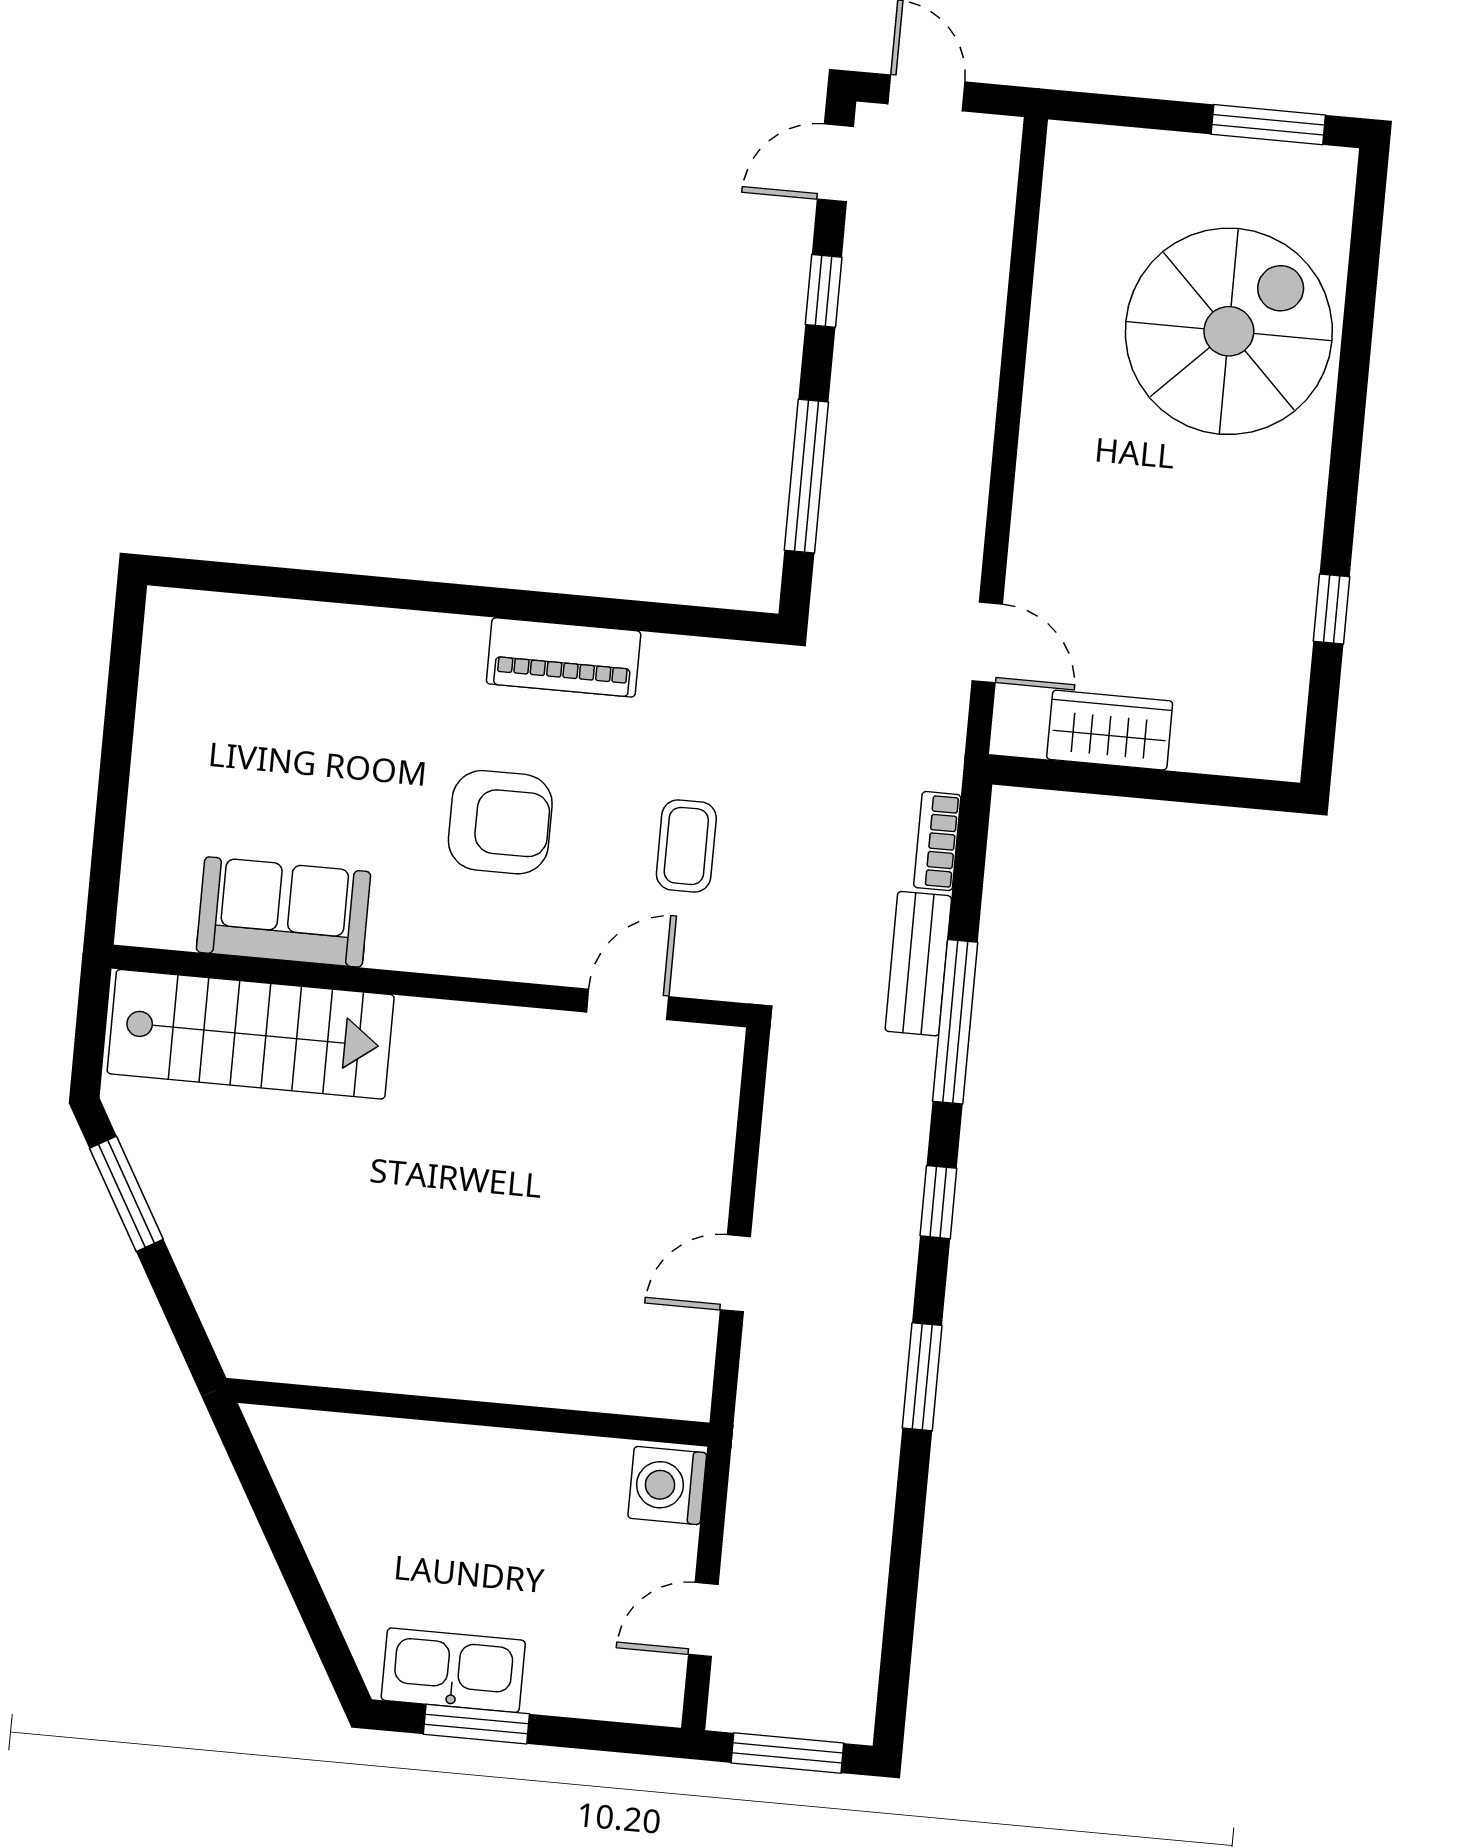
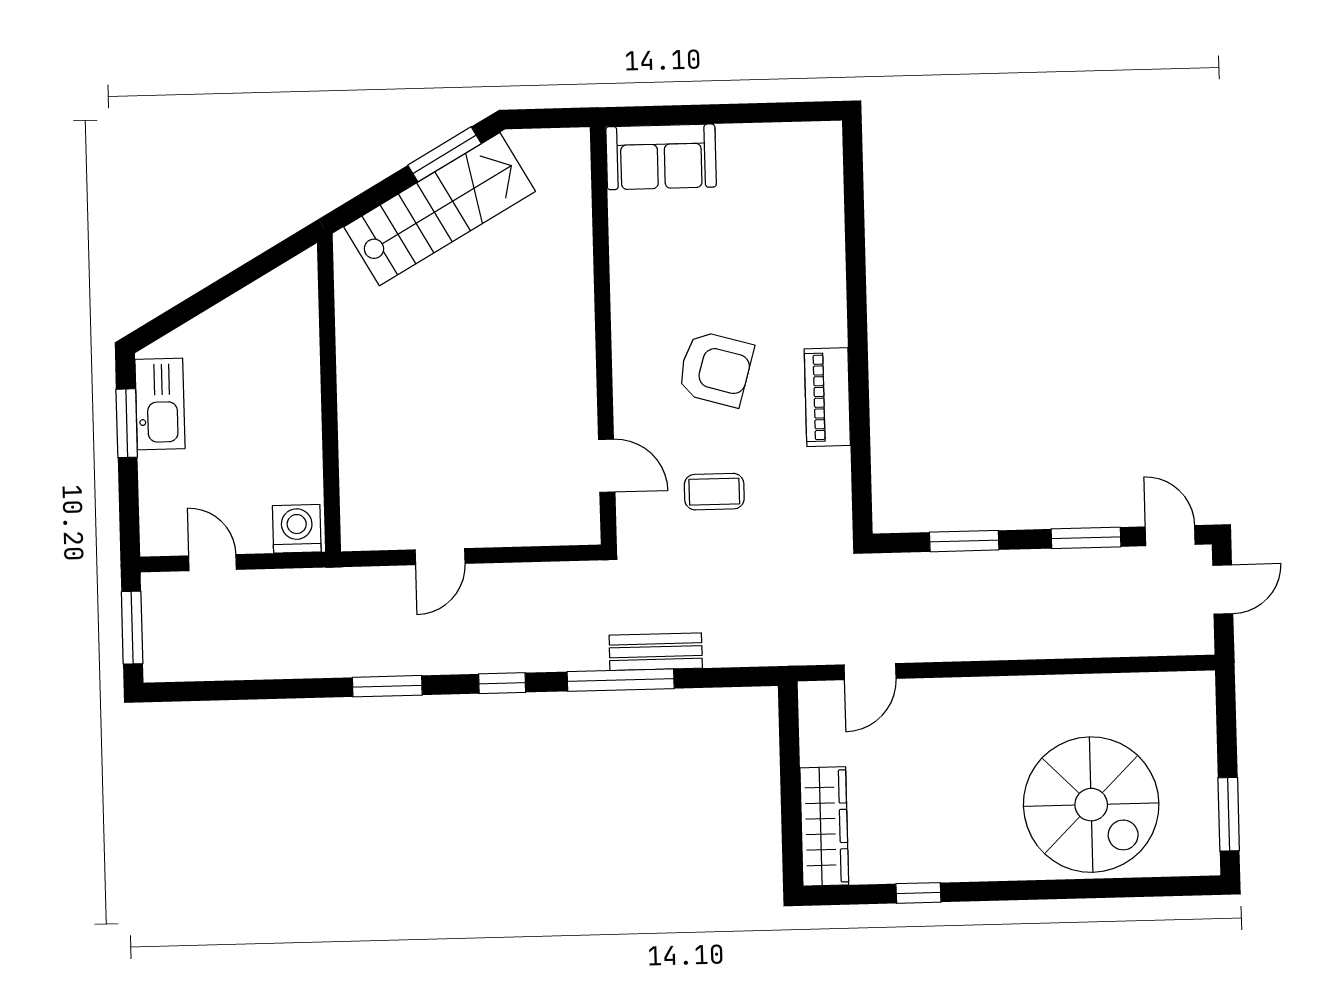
window: (824, 291) -> (1086, 538), width x1.50
window: (806, 476) -> (964, 541), width x0.69
wardrobe: (1110, 730) -> (824, 826), moved, width x1.50
armchair: (500, 822) -> (715, 369), turned -74
bookcase: (937, 841) -> (737, 654), removed
sofa: (284, 912) -> (661, 157), moved, turned 90
stairs: (251, 1034) -> (440, 209), moved, turned -120
door: (735, 1273) -> (440, 557), swing flipped

